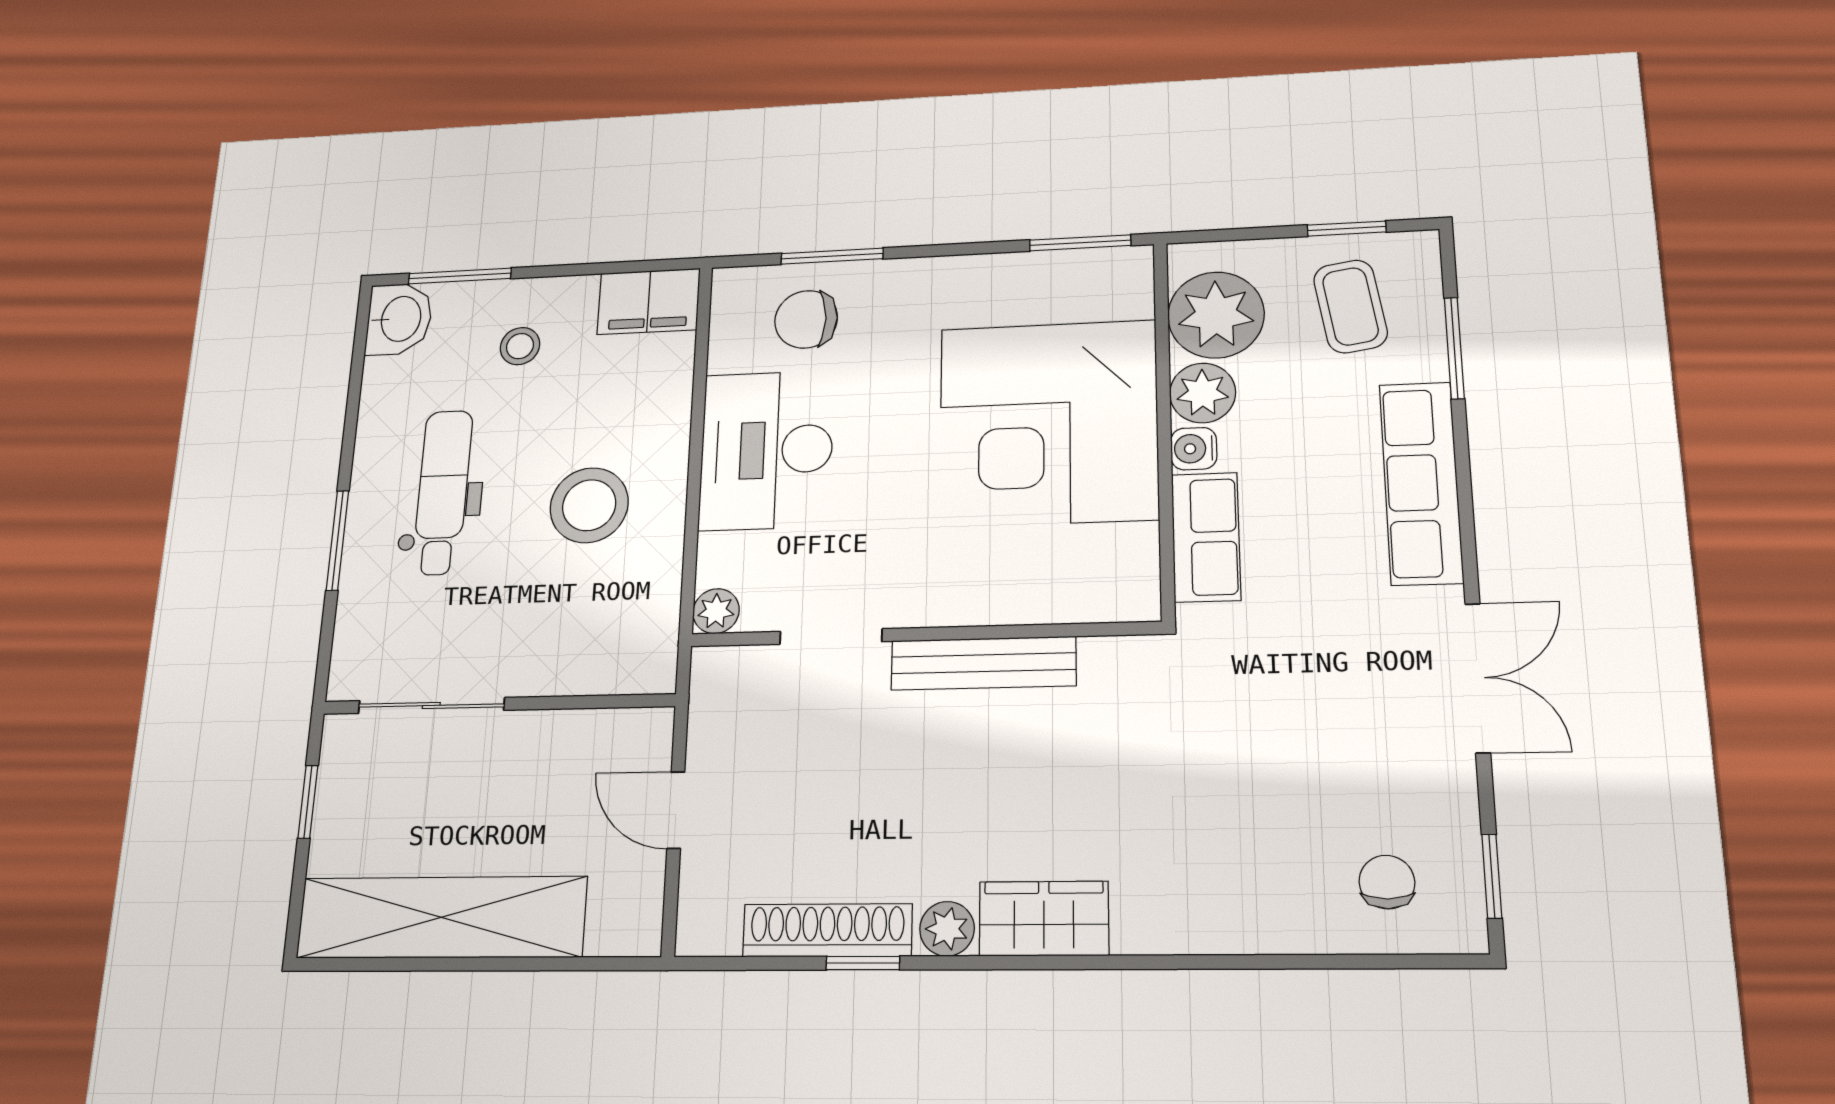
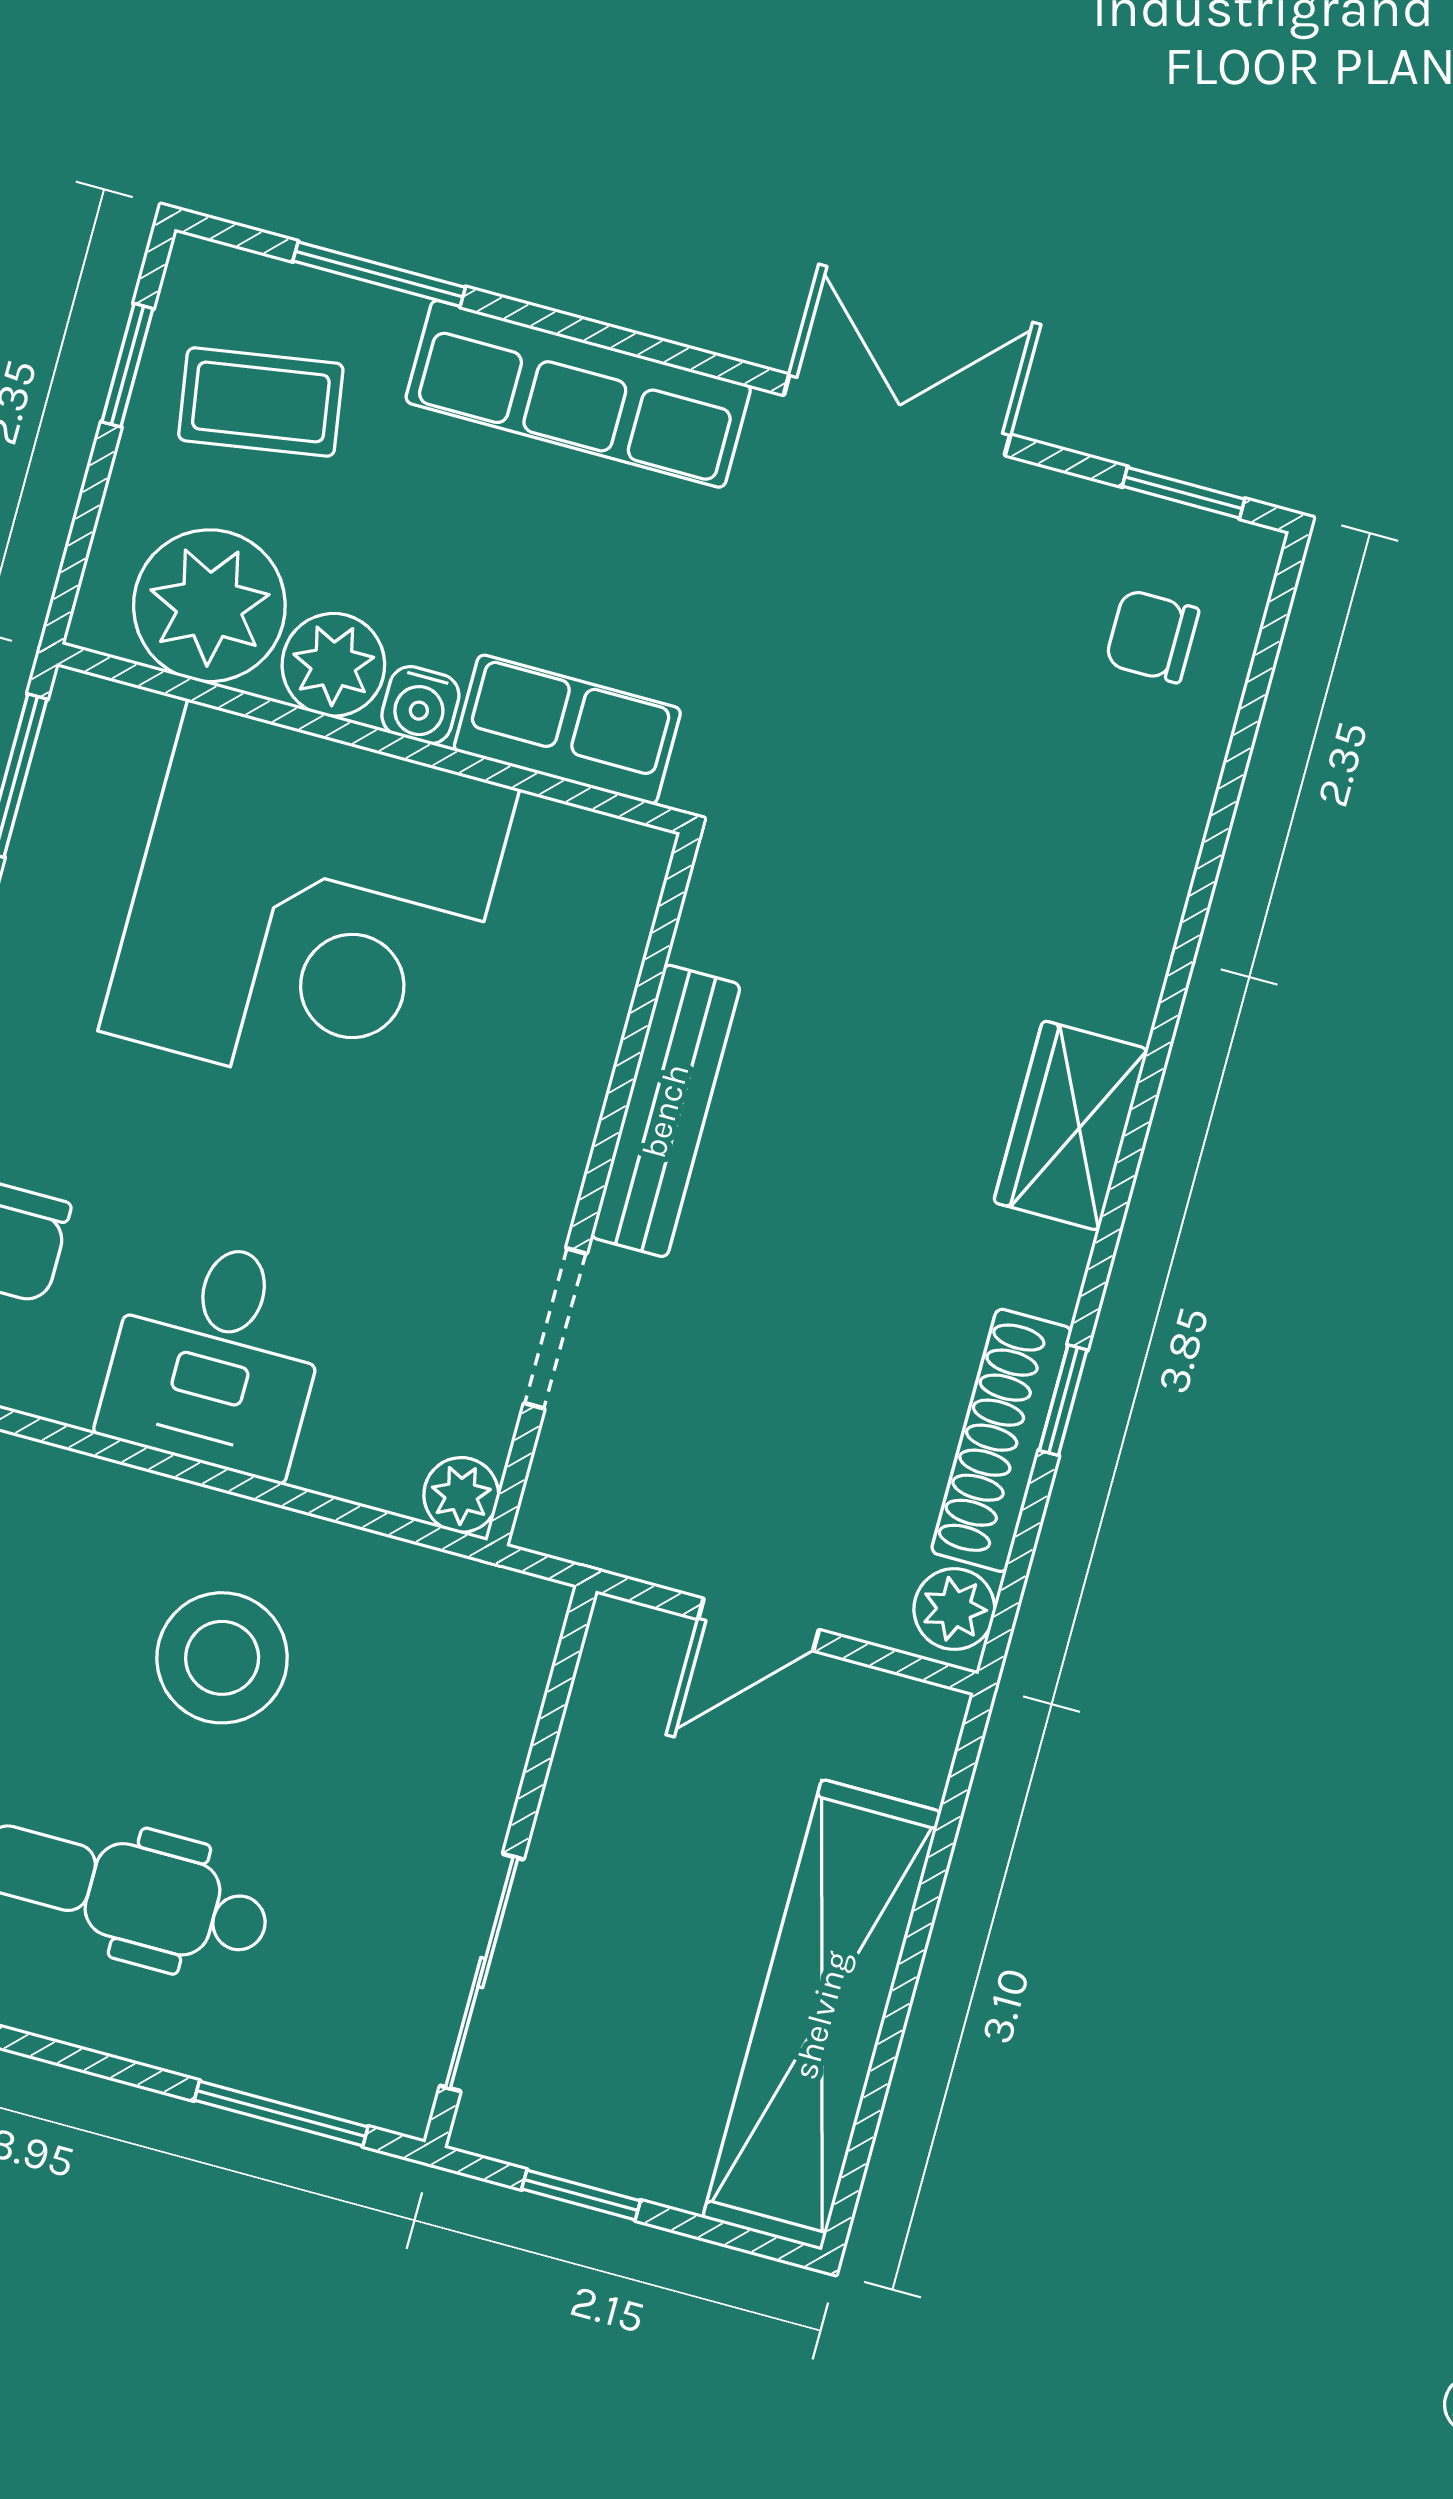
desk: (766, 450) -> (216, 1356), width x0.73
window: (338, 540) -> (281, 2113), moved
plant: (947, 929) -> (954, 1609), moved

